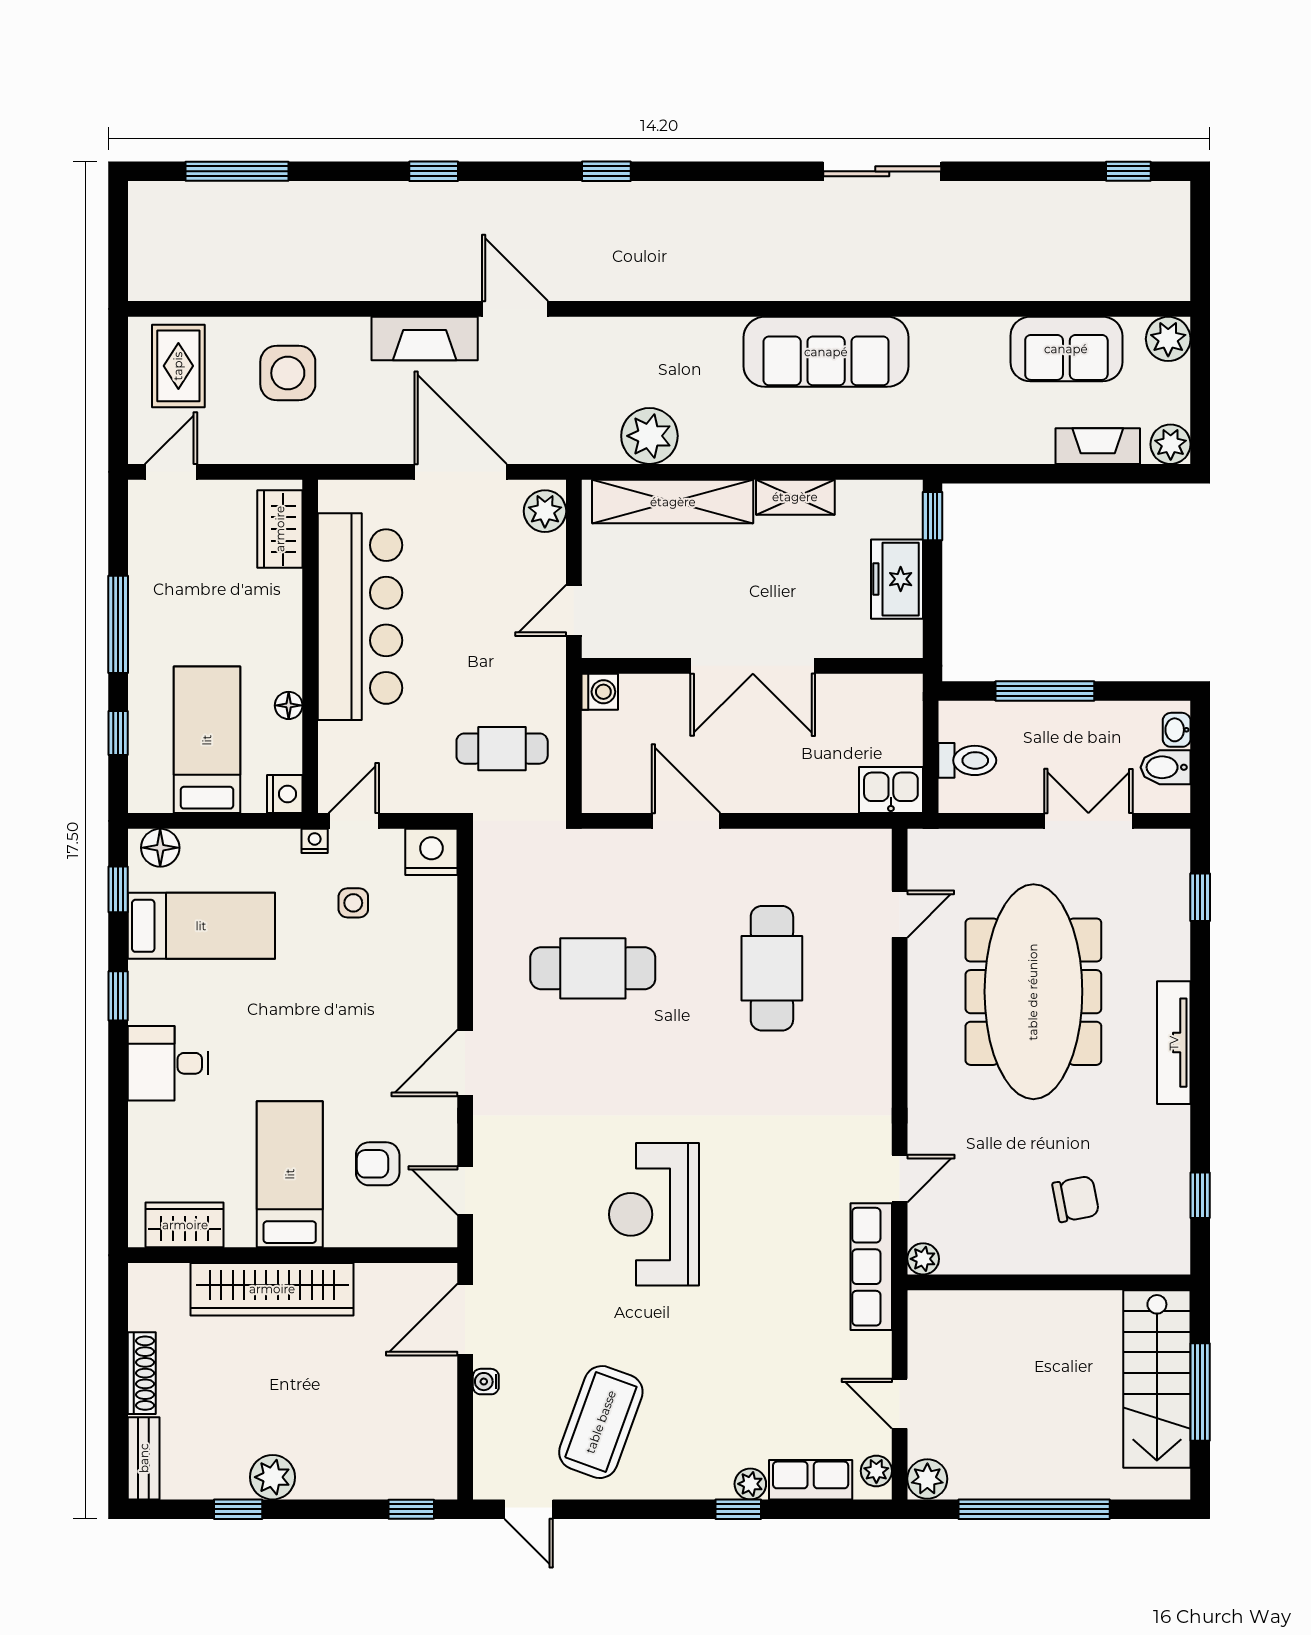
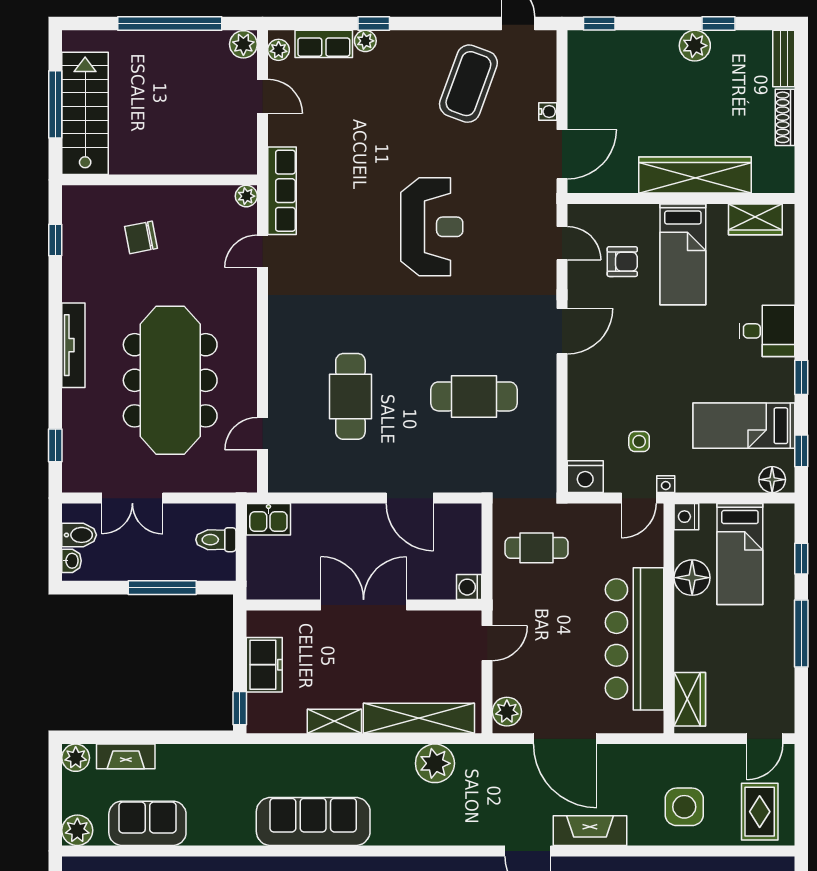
floor lamp: (289, 705) -> (692, 578), width x1.89, depth x1.89

